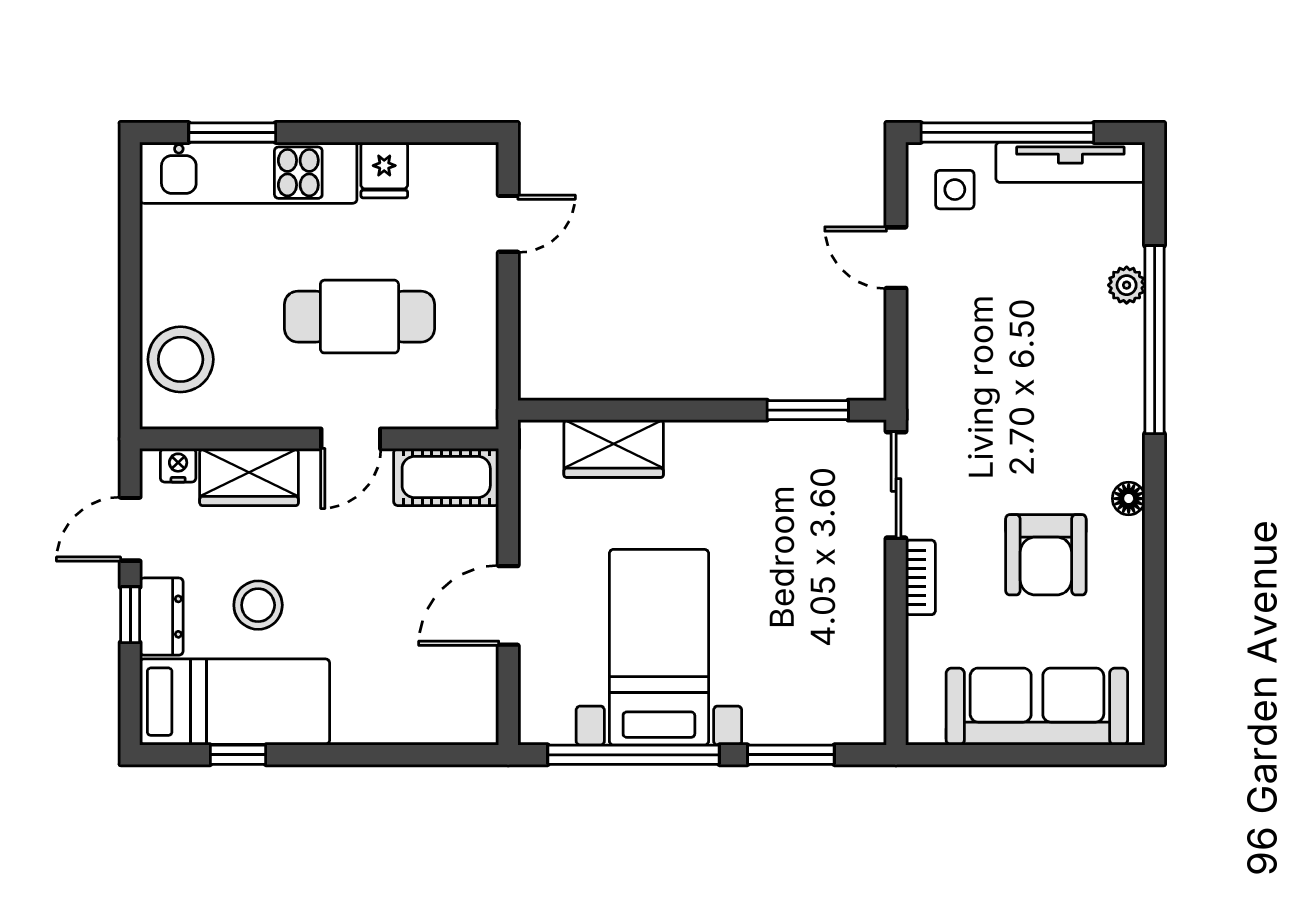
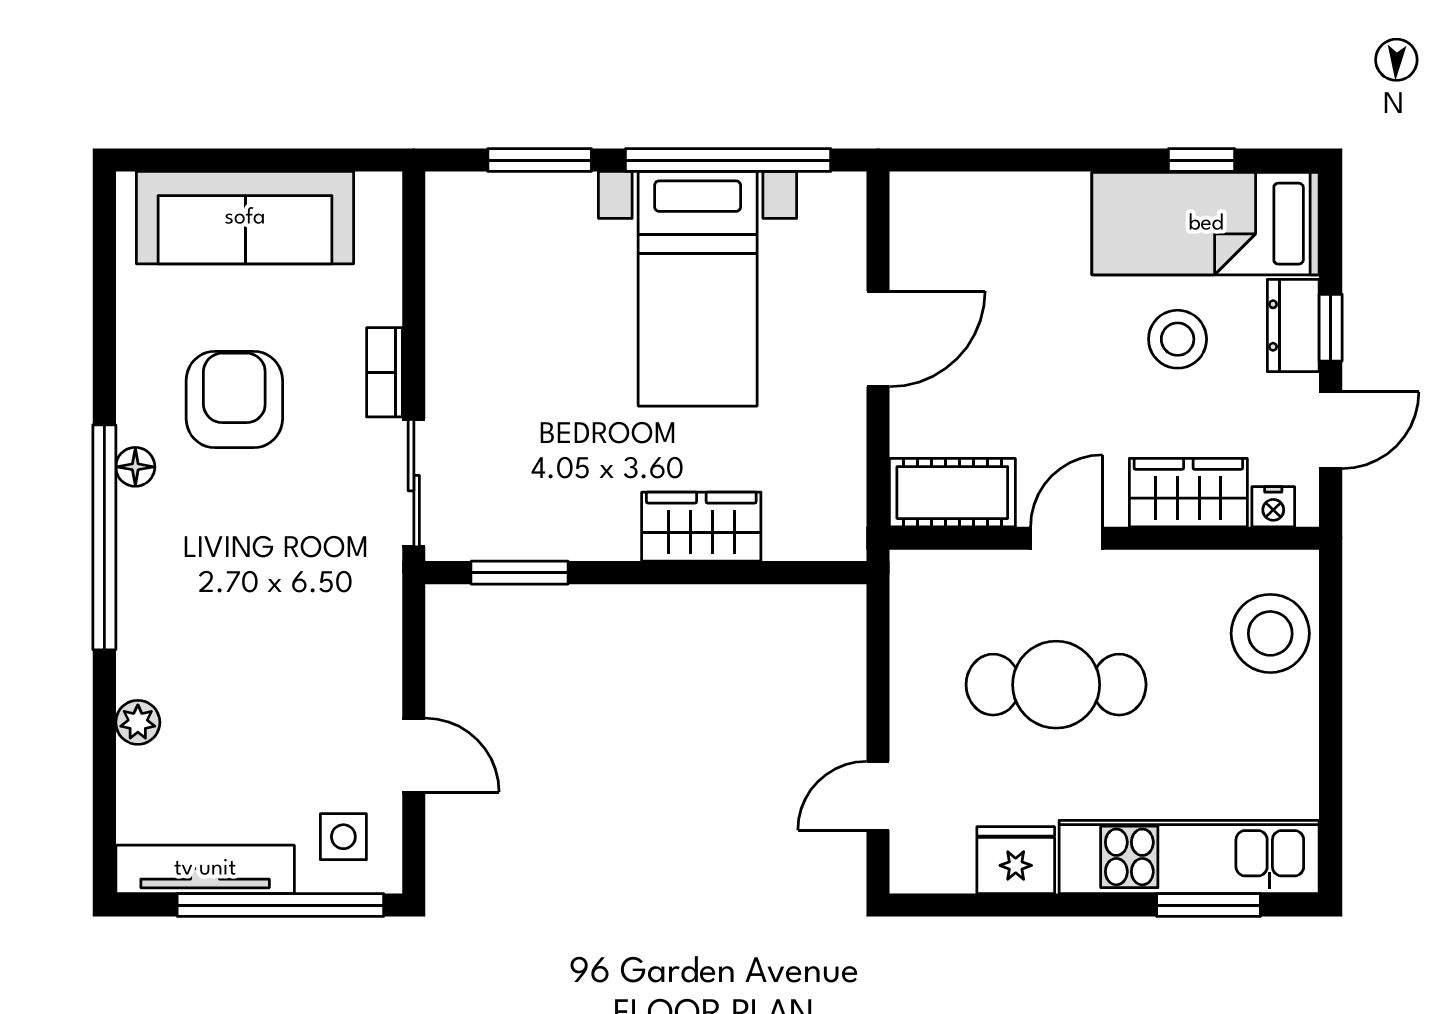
fridge: (384, 170) -> (1016, 860), width x1.38
window: (1155, 340) -> (104, 537), moved
wardrobe: (614, 449) -> (701, 527), moved

